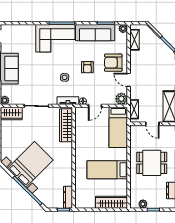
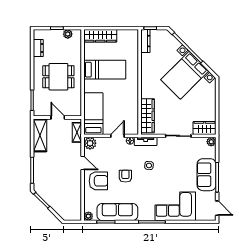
corner sofa: (55, 38) -> (175, 206), moved
shelving: (134, 40) -> (76, 205), removed

